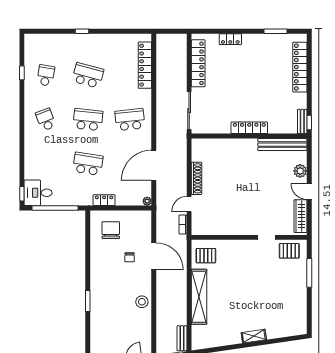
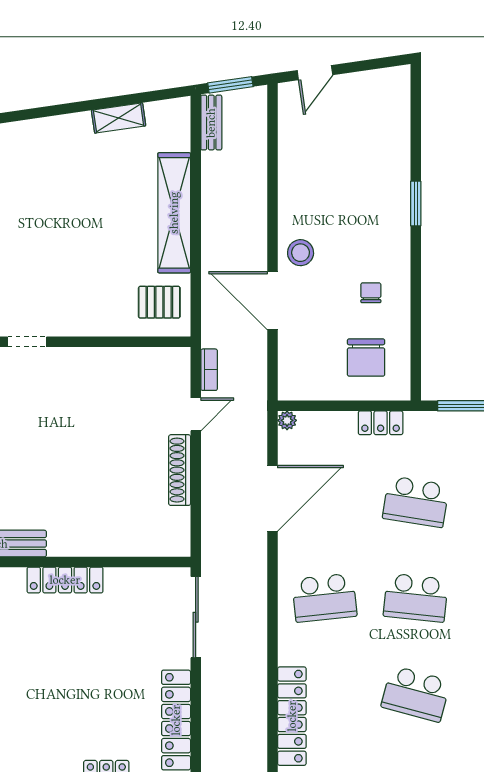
chair: (130, 257) -> (371, 293), moved
stool: (142, 302) -> (301, 253), moved
shelving: (254, 336) -> (119, 118), moved

